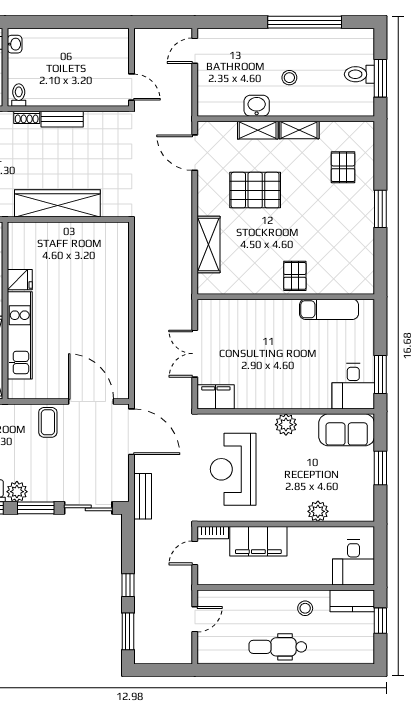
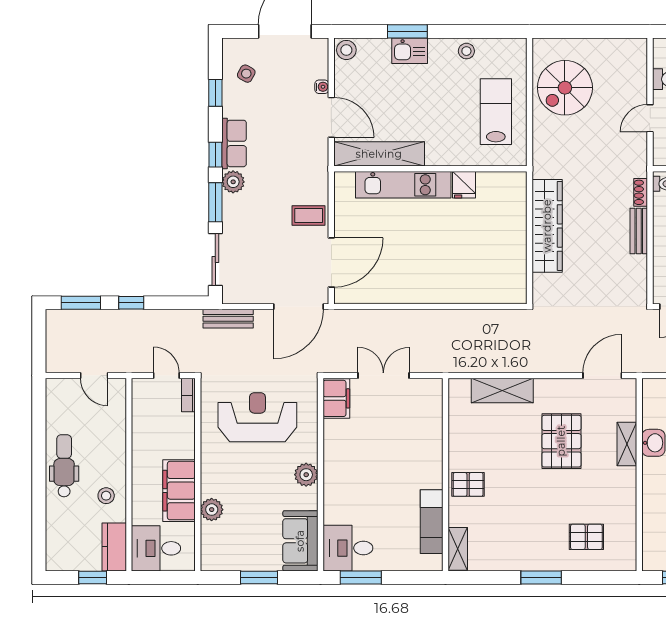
shelving: (299, 130) -> (458, 549), moved
filing cabinet: (258, 541) -> (179, 491), moved

